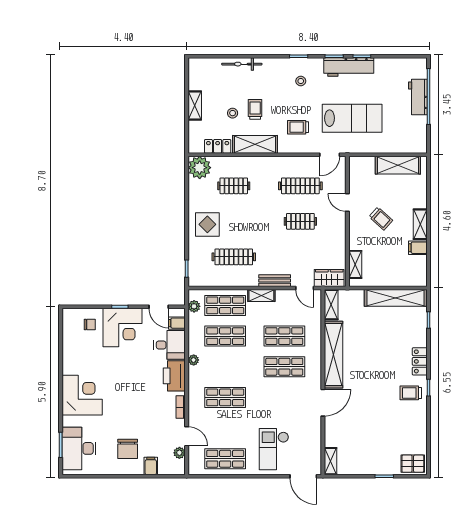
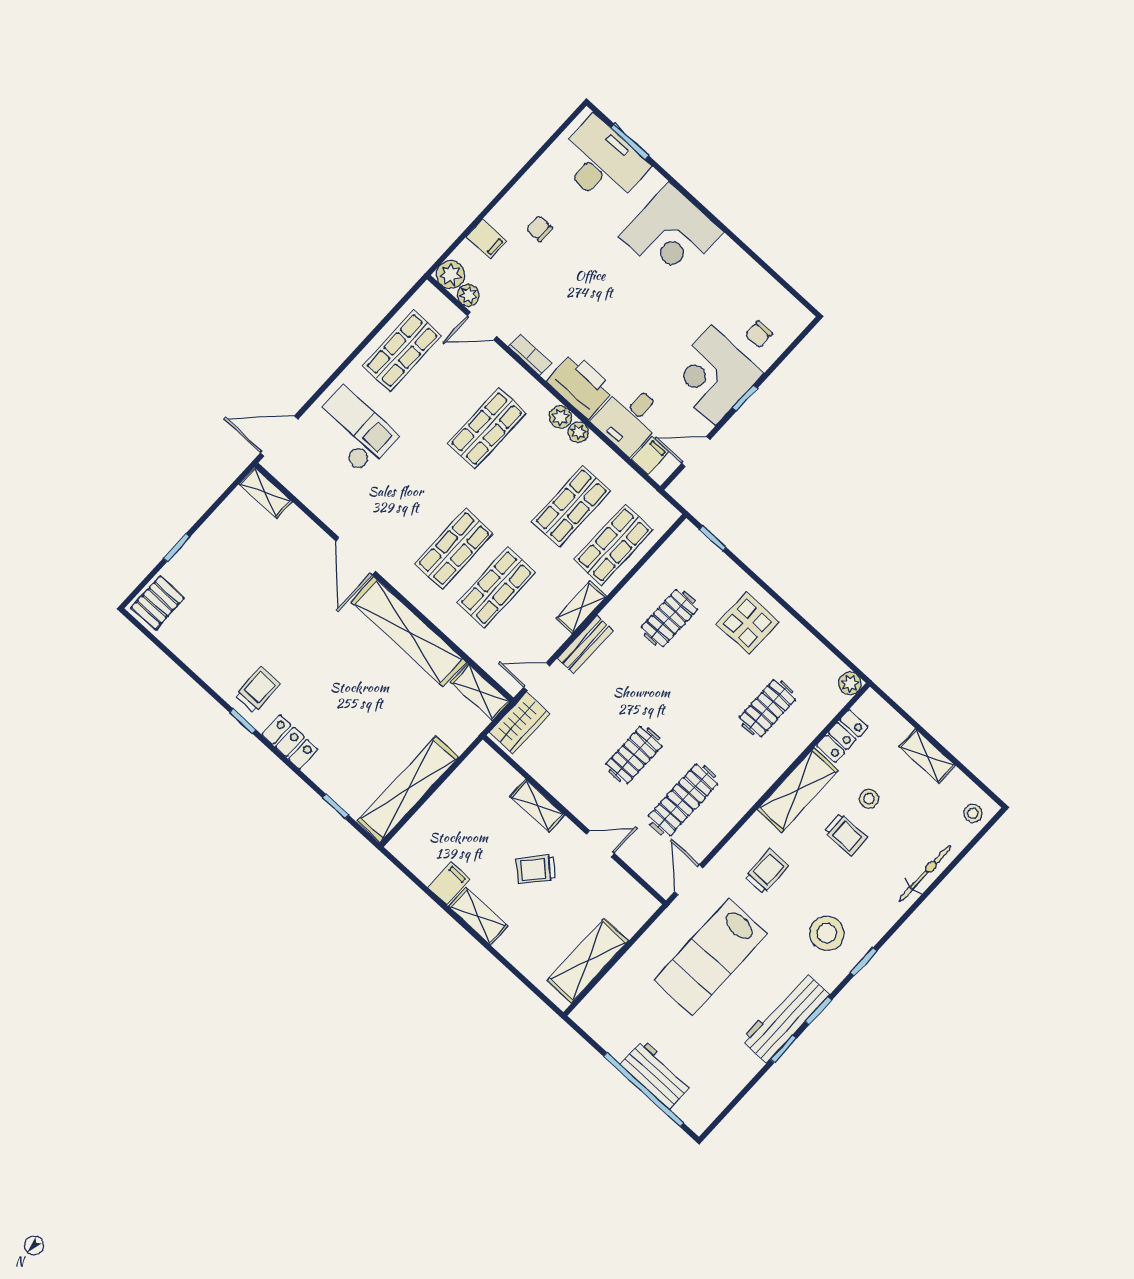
stool: (201, 67) -> (973, 813), added
stool: (301, 81) -> (827, 933), width x1.89, depth x1.89
plant: (200, 168) -> (850, 684), width x0.53, depth x0.53
clothes rail: (234, 257) -> (669, 618), width x0.73
shelving: (355, 264) -> (537, 806), moved
plant: (194, 306) -> (560, 417), moved
chair: (128, 449) -> (539, 229), width x0.54, depth x0.54
plant: (178, 467) -> (450, 274), added

